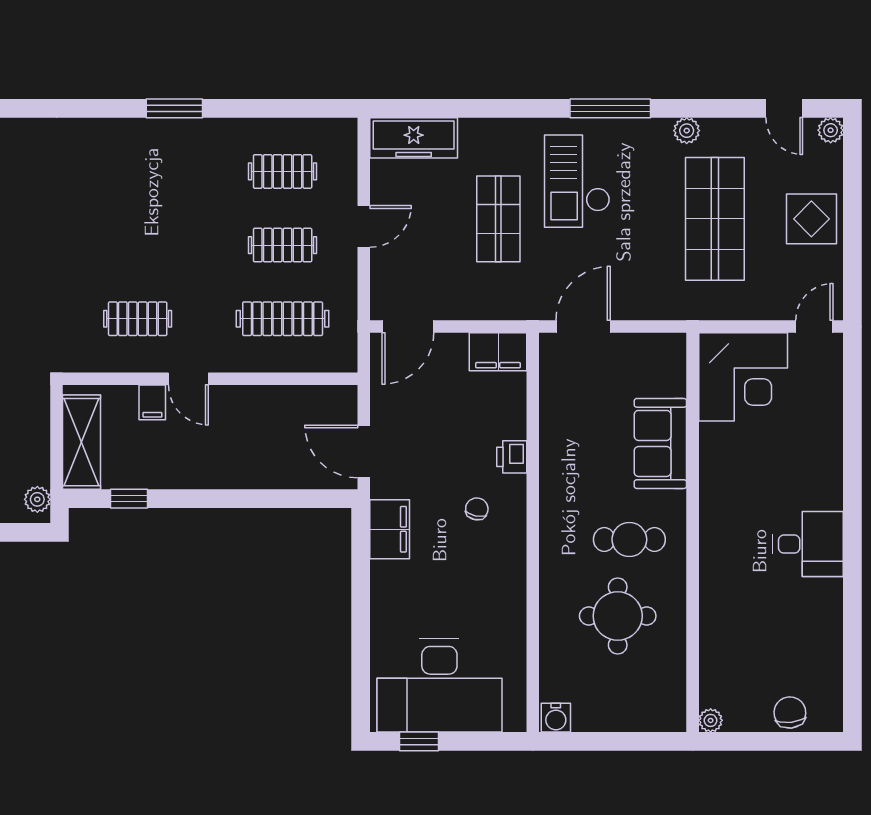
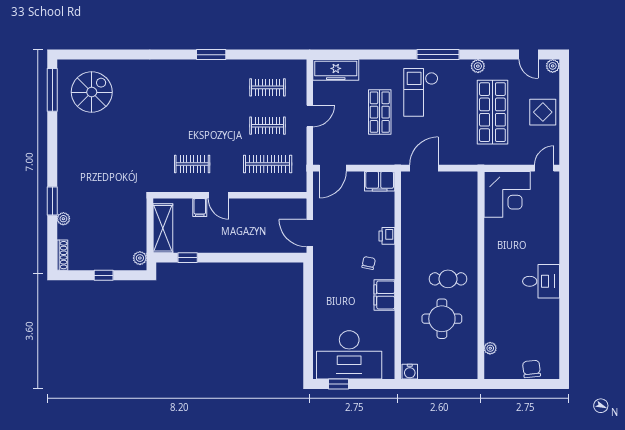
sofa: (660, 443) -> (464, 229), removed
filing cabinet: (390, 529) -> (384, 295), moved, turned 180
plant: (711, 720) -> (490, 348), moved

